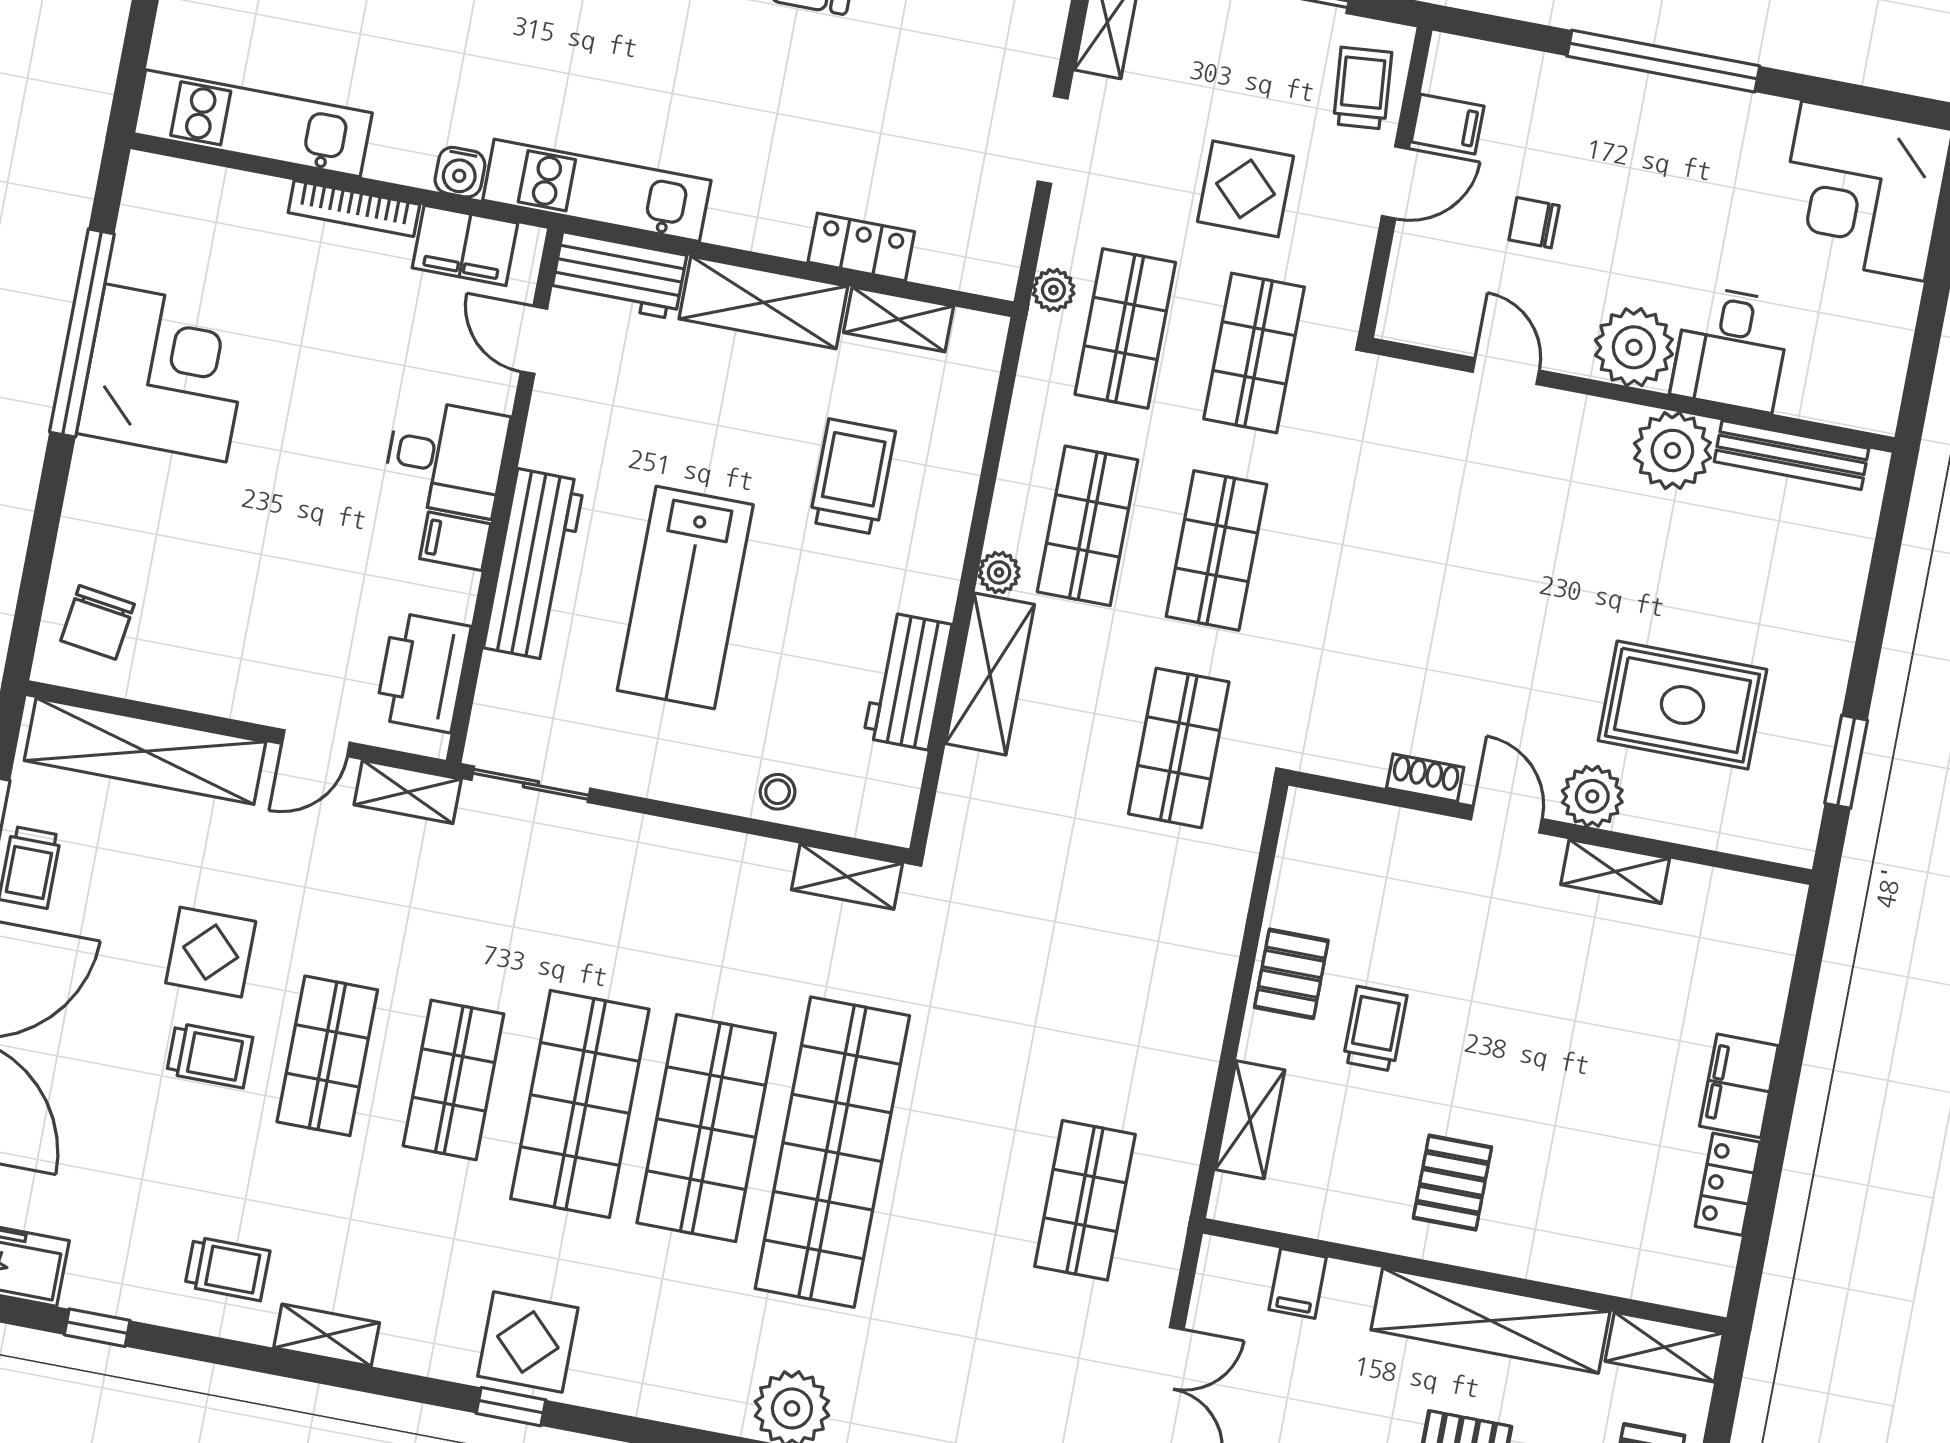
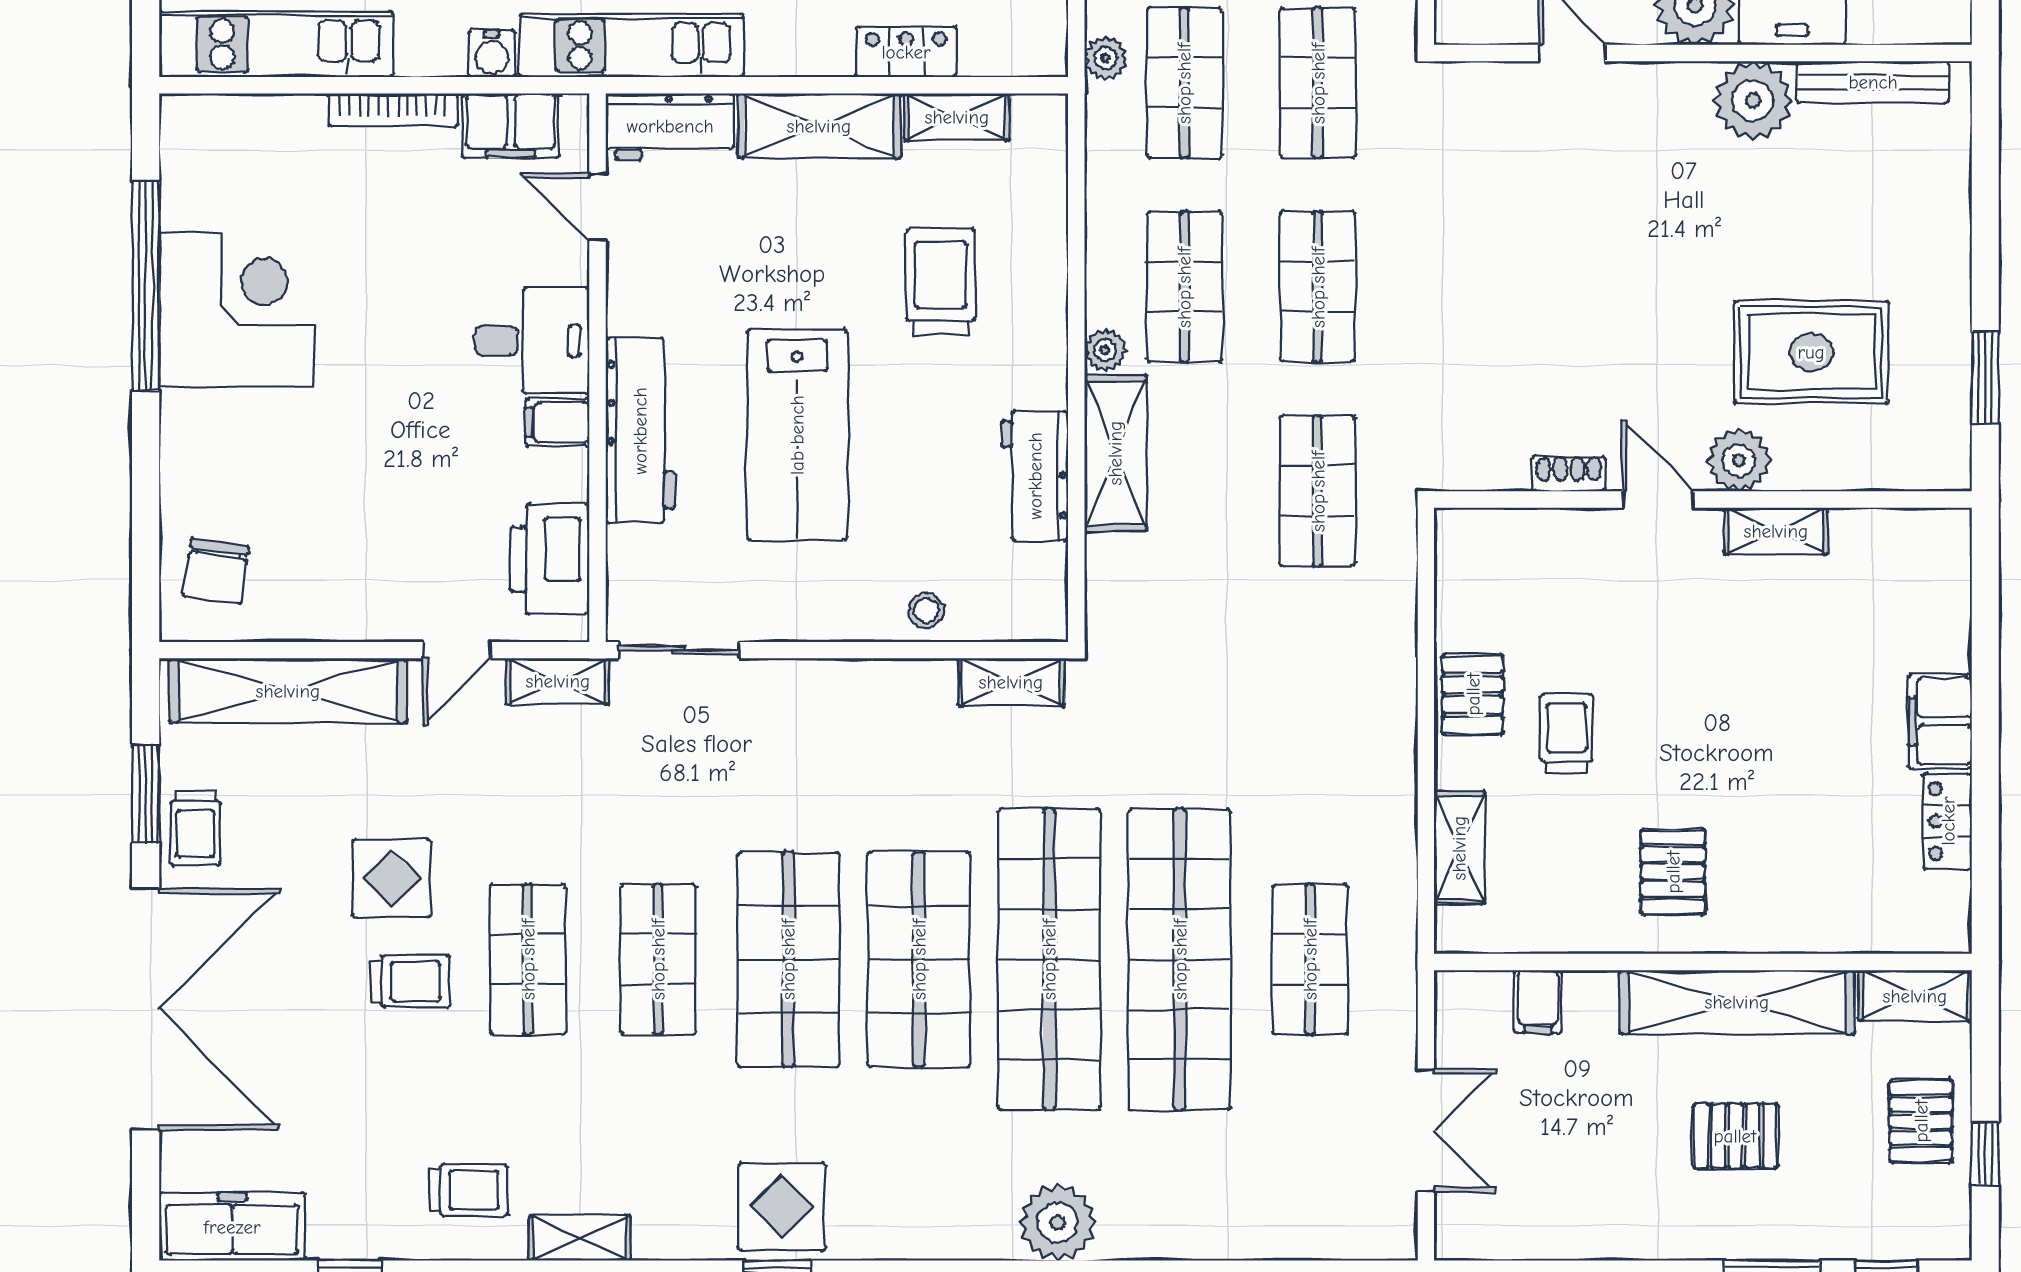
shop shelf: (959, 1176) -> (1180, 959), added

